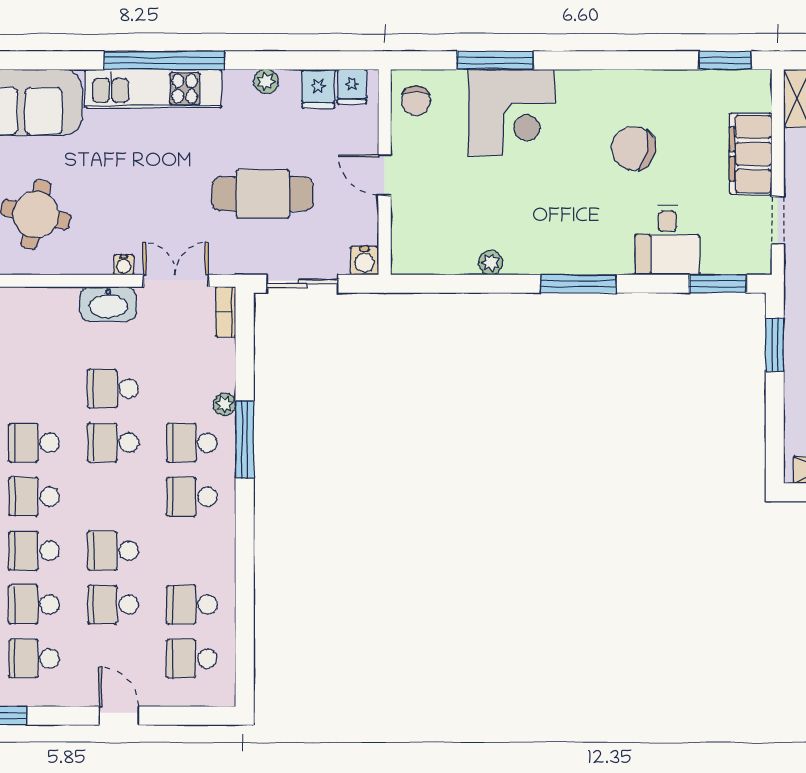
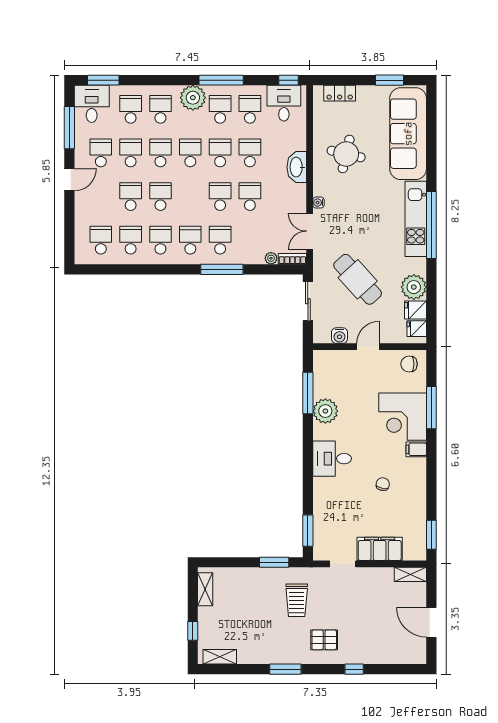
plant: (266, 81) -> (414, 287), width x1.88, depth x1.88
filing cabinet: (570, 88) -> (416, 449), added
chair: (633, 148) -> (383, 484), width x0.54, depth x0.54
cafe table: (263, 194) -> (358, 279), turned -42
desk: (667, 240) -> (332, 459), moved
water cooler: (365, 261) -> (339, 336), moved, turned -90
plant: (491, 263) -> (325, 411), width x1.87, depth x1.87
double door: (176, 281) -> (310, 231), swing flipped
window: (578, 284) -> (308, 393), moved
washbasin: (108, 304) -> (297, 167), moved
school desk: (34, 389) -> (250, 153), added
plant: (225, 404) -> (271, 258), moved
school desk: (192, 551) -> (160, 240), added
door: (119, 716) -> (69, 180), moved

